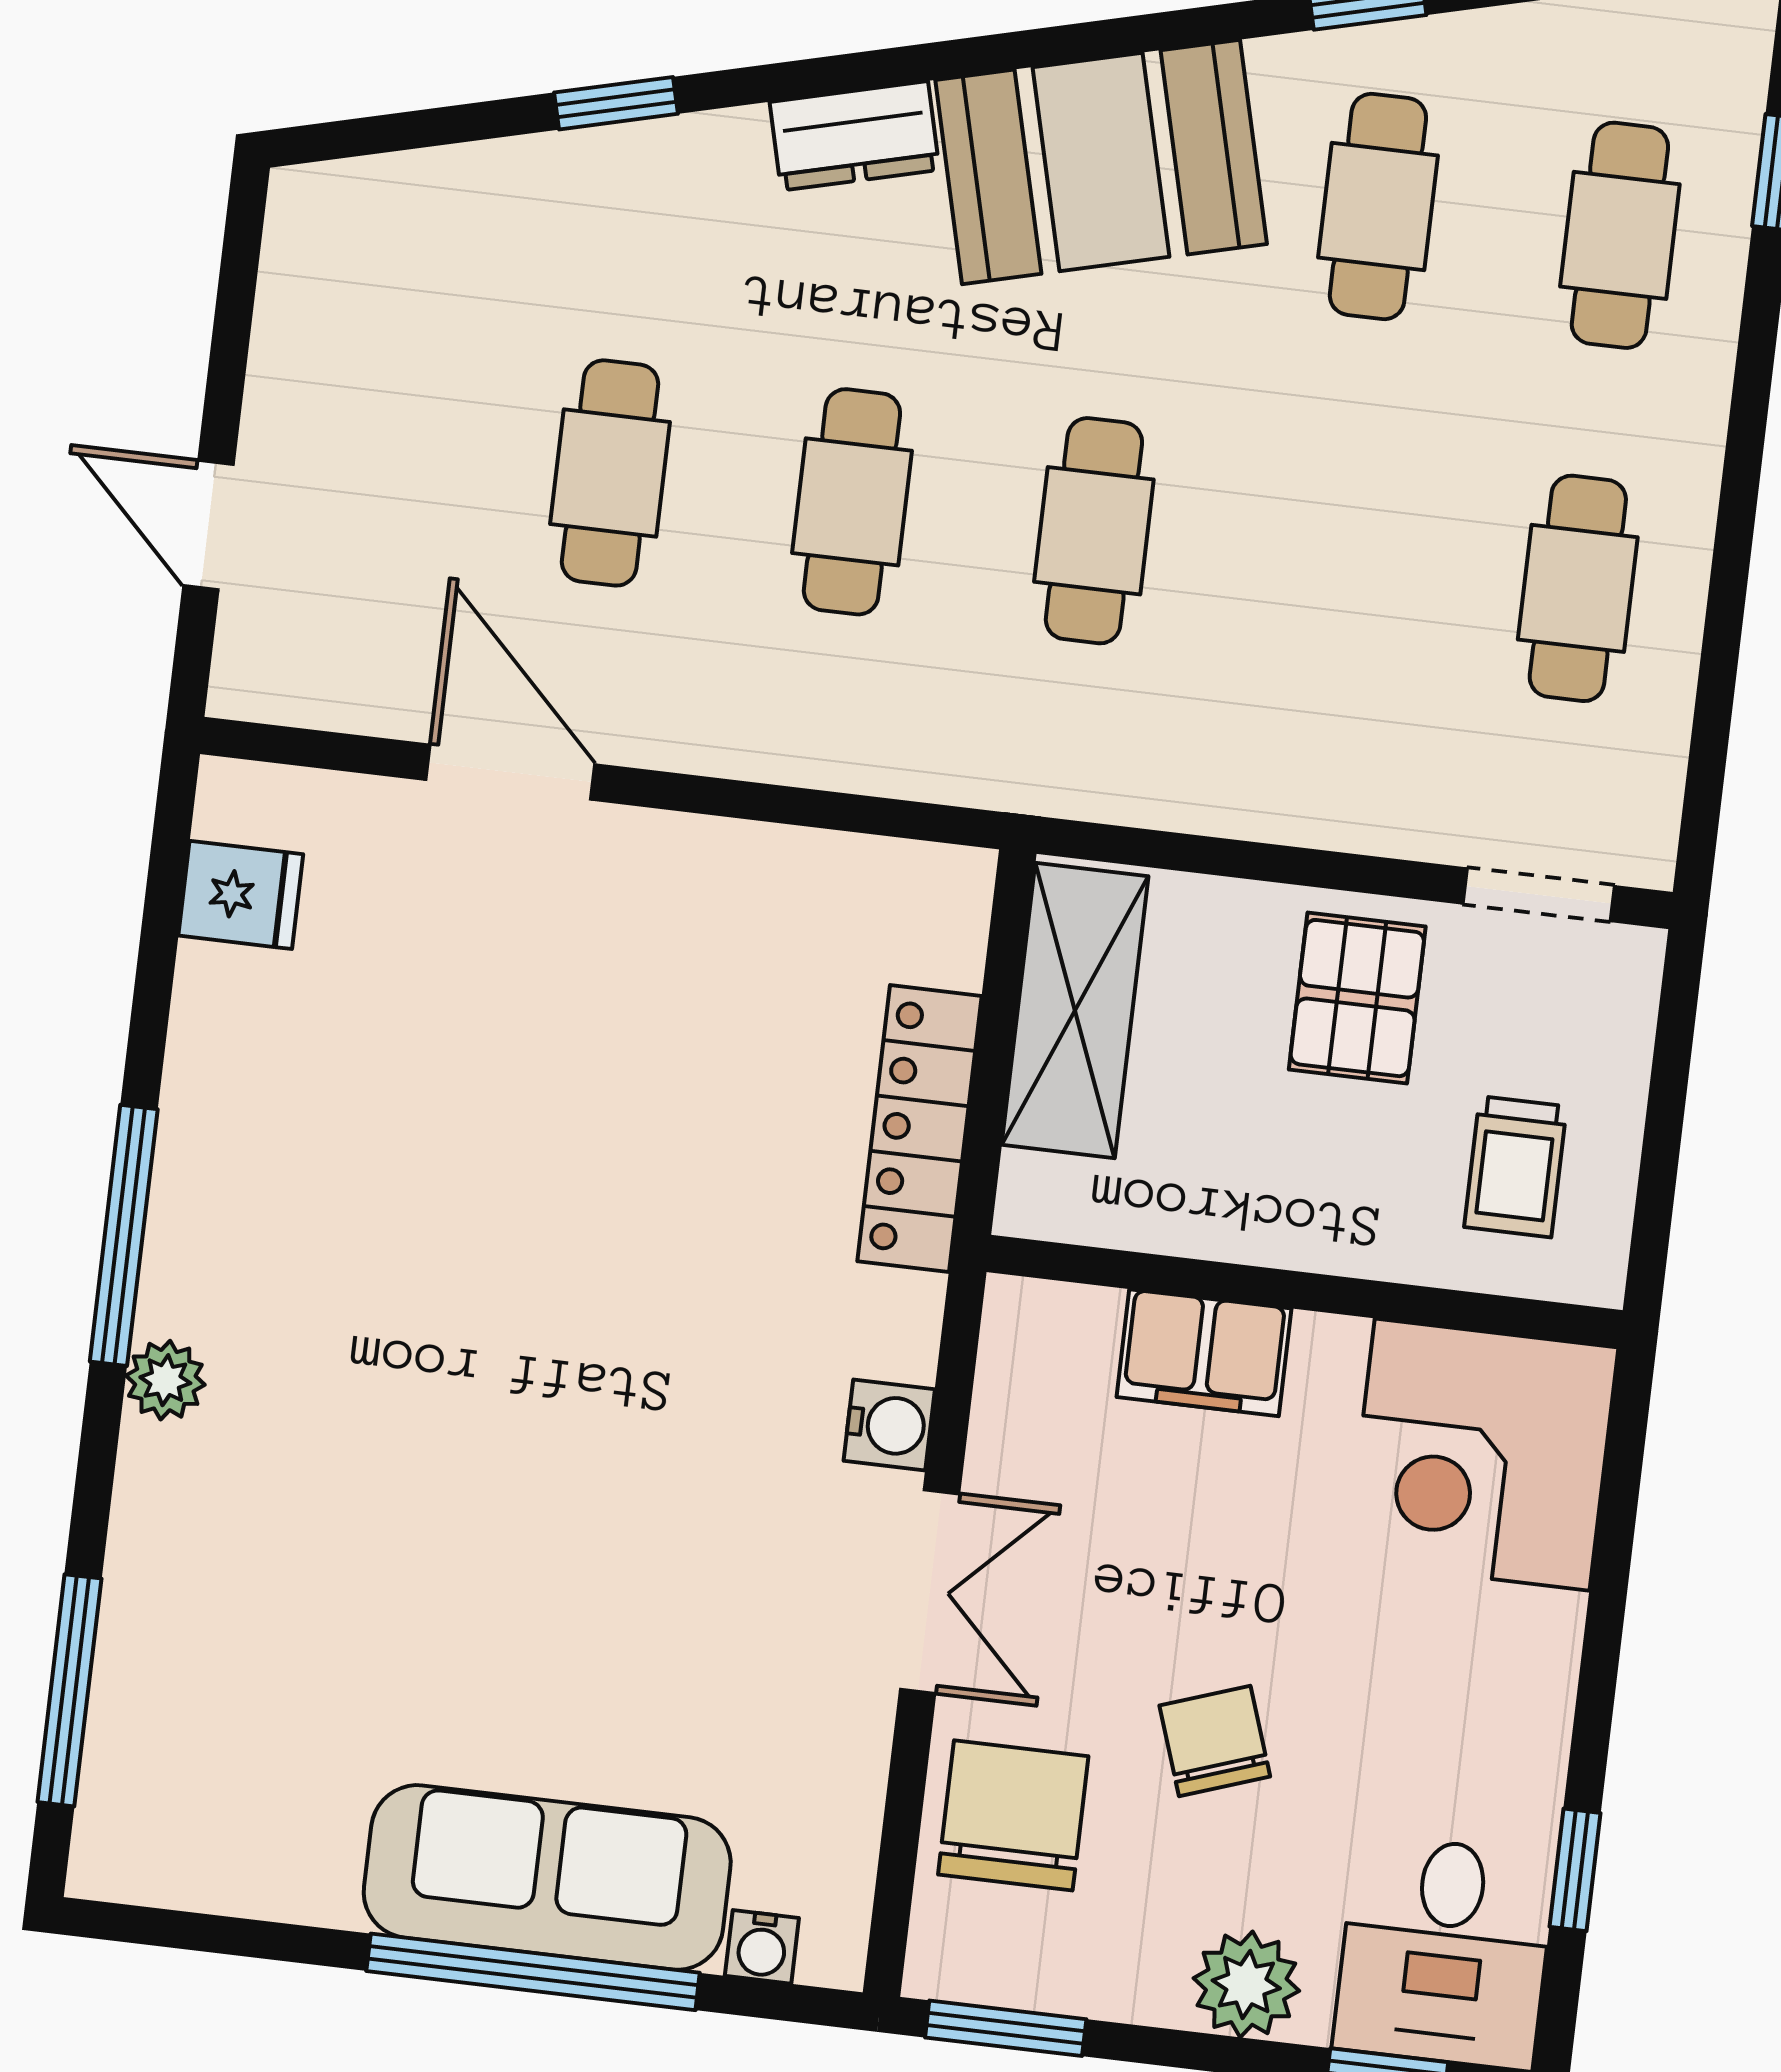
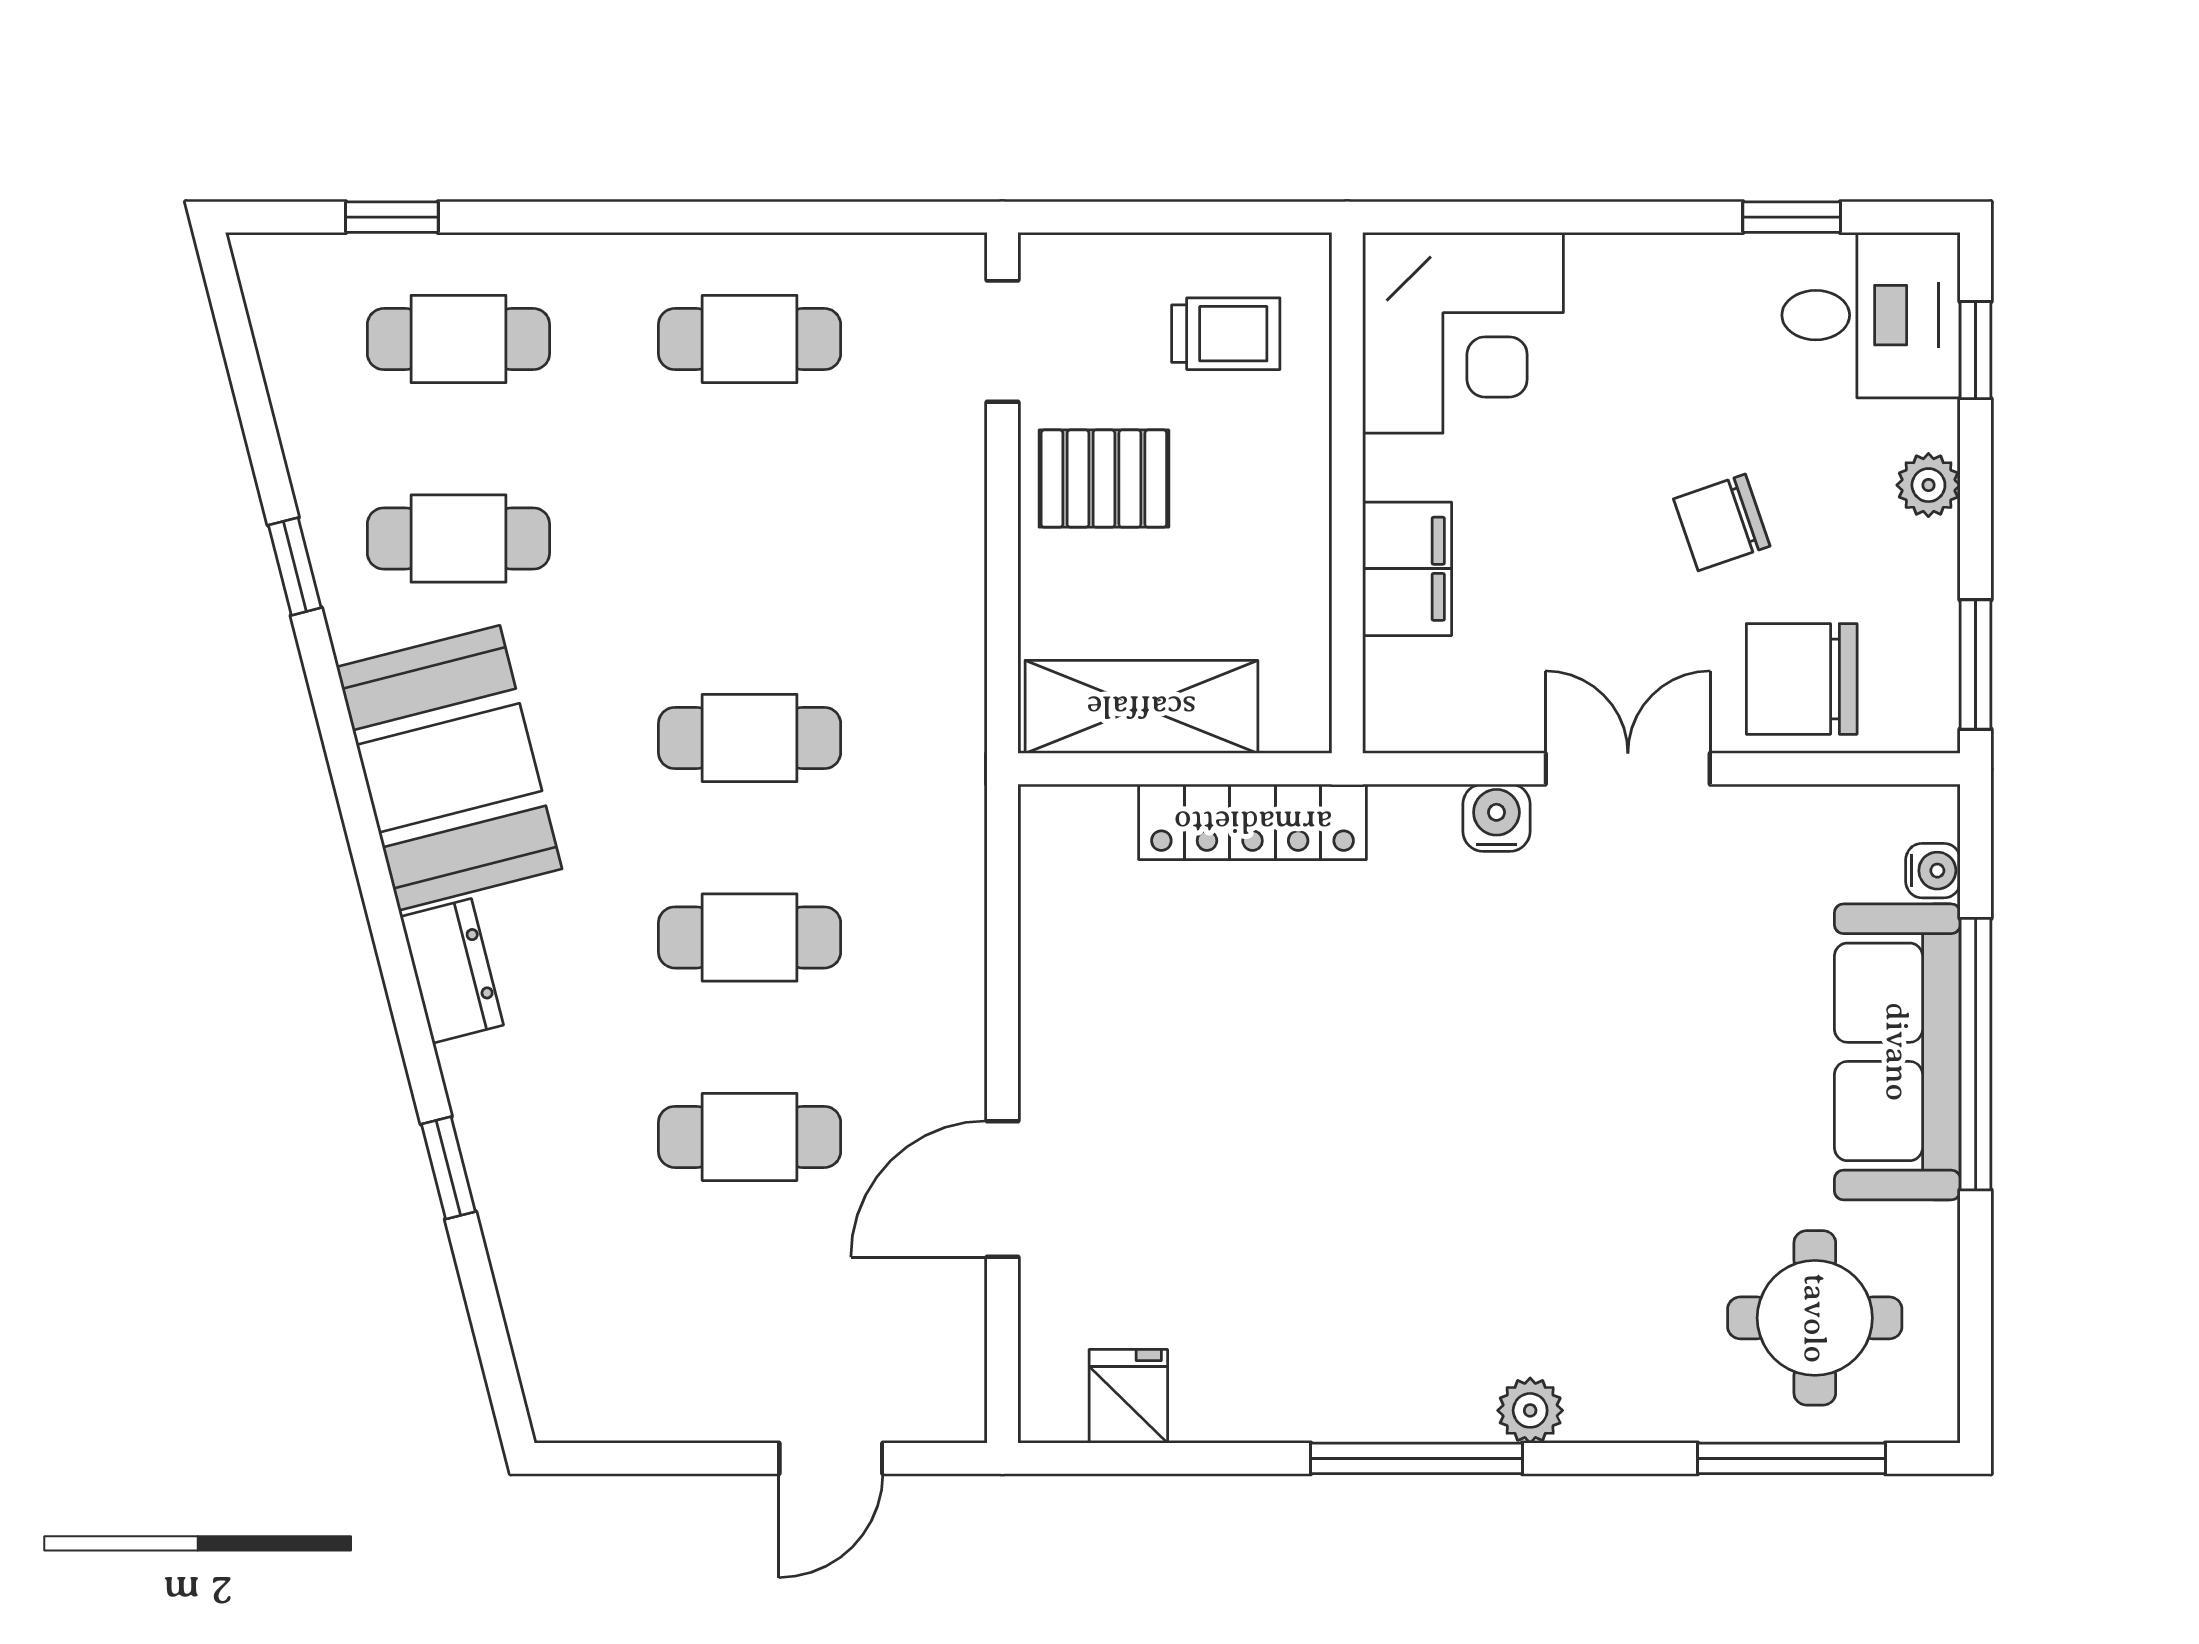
round table: (236, 1739) -> (1815, 1318), added
plant: (1246, 1984) -> (1928, 485), width x0.73, depth x0.73

